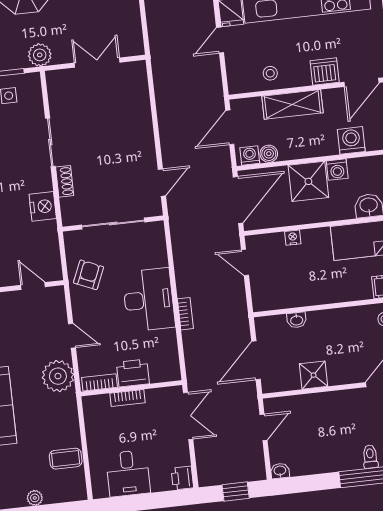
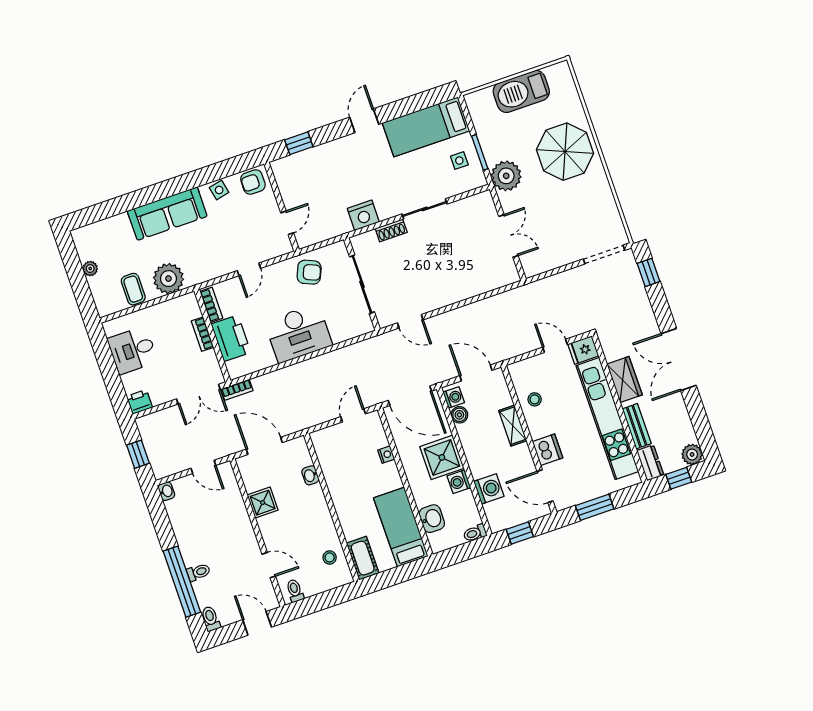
plant: (40, 55) -> (506, 176), width x1.36, depth x1.36
shelving: (292, 104) -> (513, 426), width x0.67, depth x0.75
bookcase: (185, 314) -> (237, 390), moved
printer: (133, 373) -> (231, 338), width x1.37, depth x1.19
plant: (58, 376) -> (168, 279), moved

